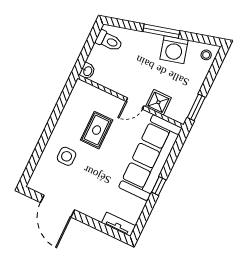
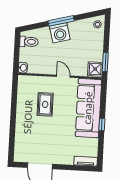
washing machine: (174, 50) -> (60, 33), moved
shower: (158, 102) -> (95, 69), moved
door: (135, 104) -> (63, 76), swing flipped
side table: (67, 156) -> (32, 130), removed

